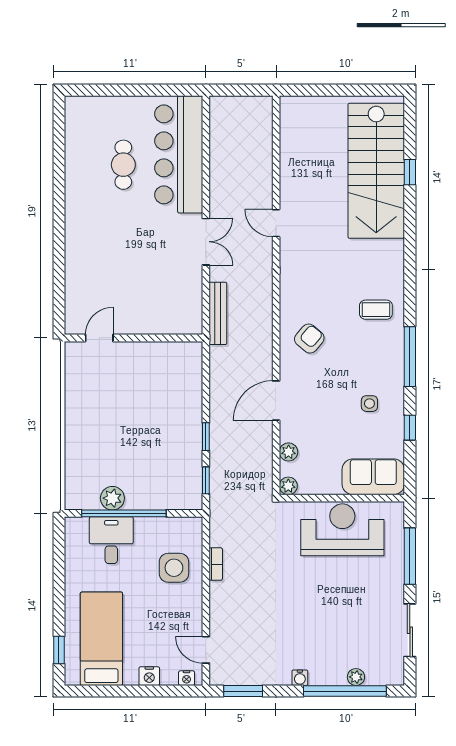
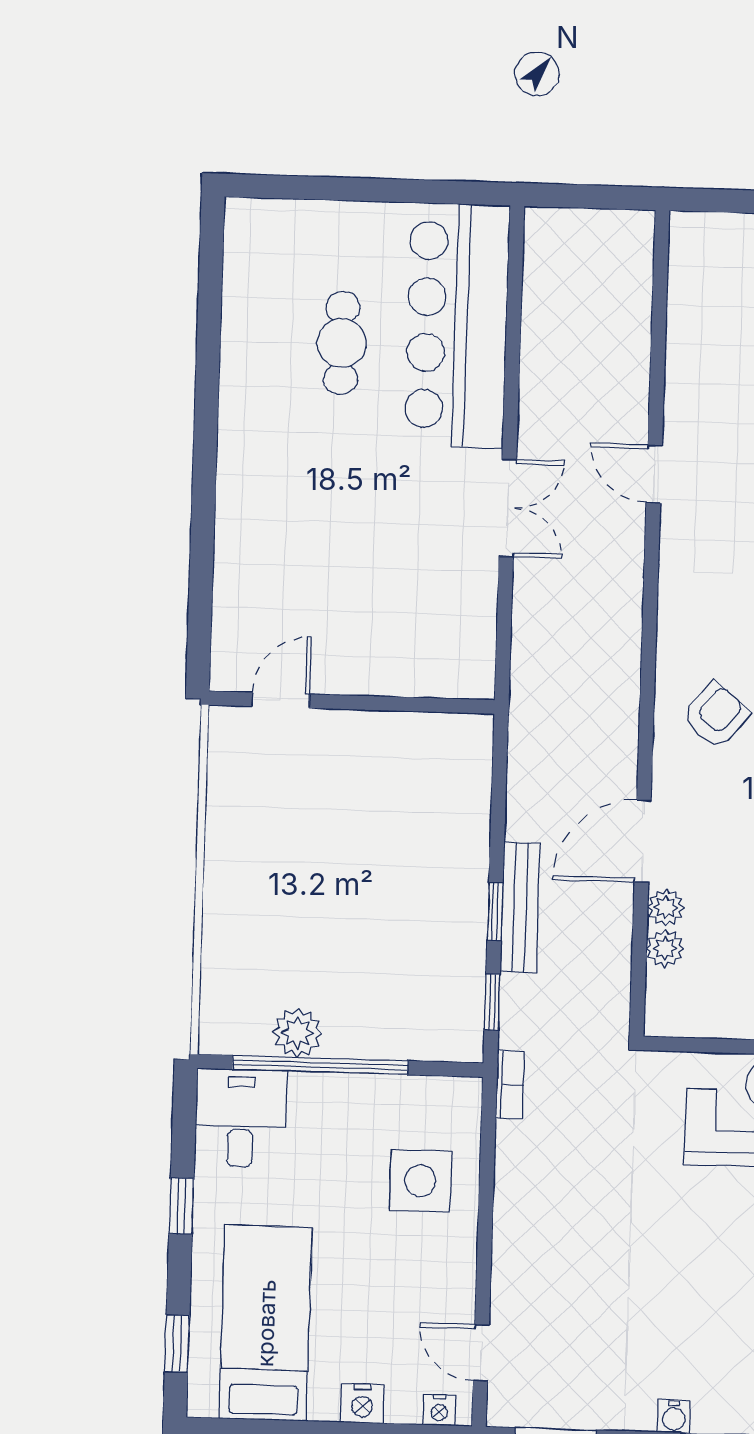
bench: (218, 313) -> (520, 907), moved
plant: (288, 486) -> (666, 907), moved
desk: (111, 540) -> (241, 1118), moved
bookcase: (216, 564) -> (510, 1084), moved
window: (59, 584) -> (181, 1206), added

